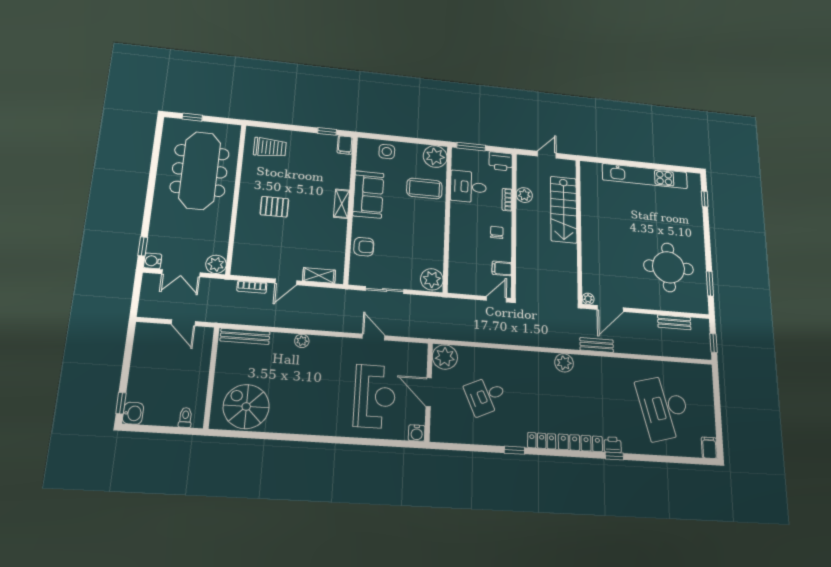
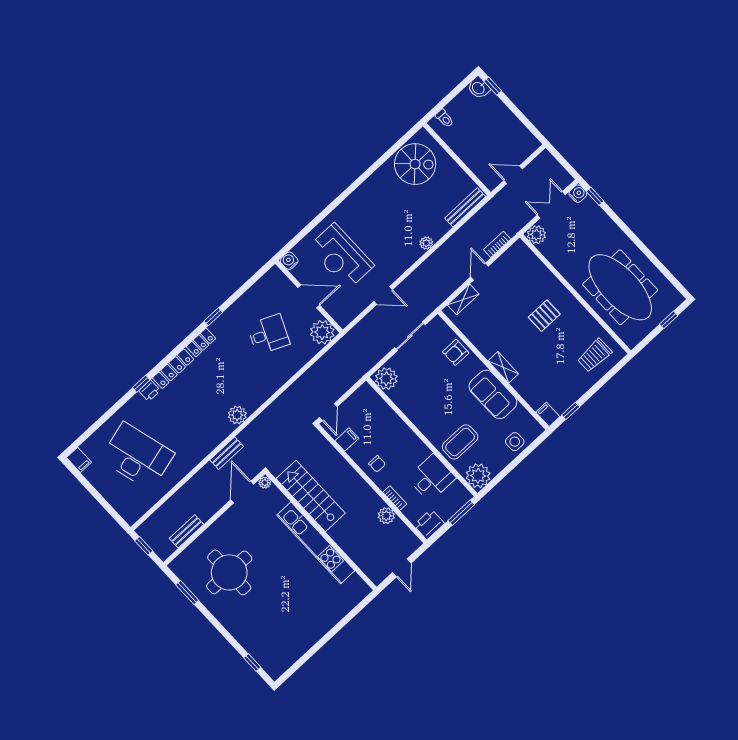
kitchen unit: (645, 176) -> (316, 543), moved, turned -90
stairs: (564, 210) -> (311, 496), moved
desk: (486, 396) -> (268, 334), turned 48

